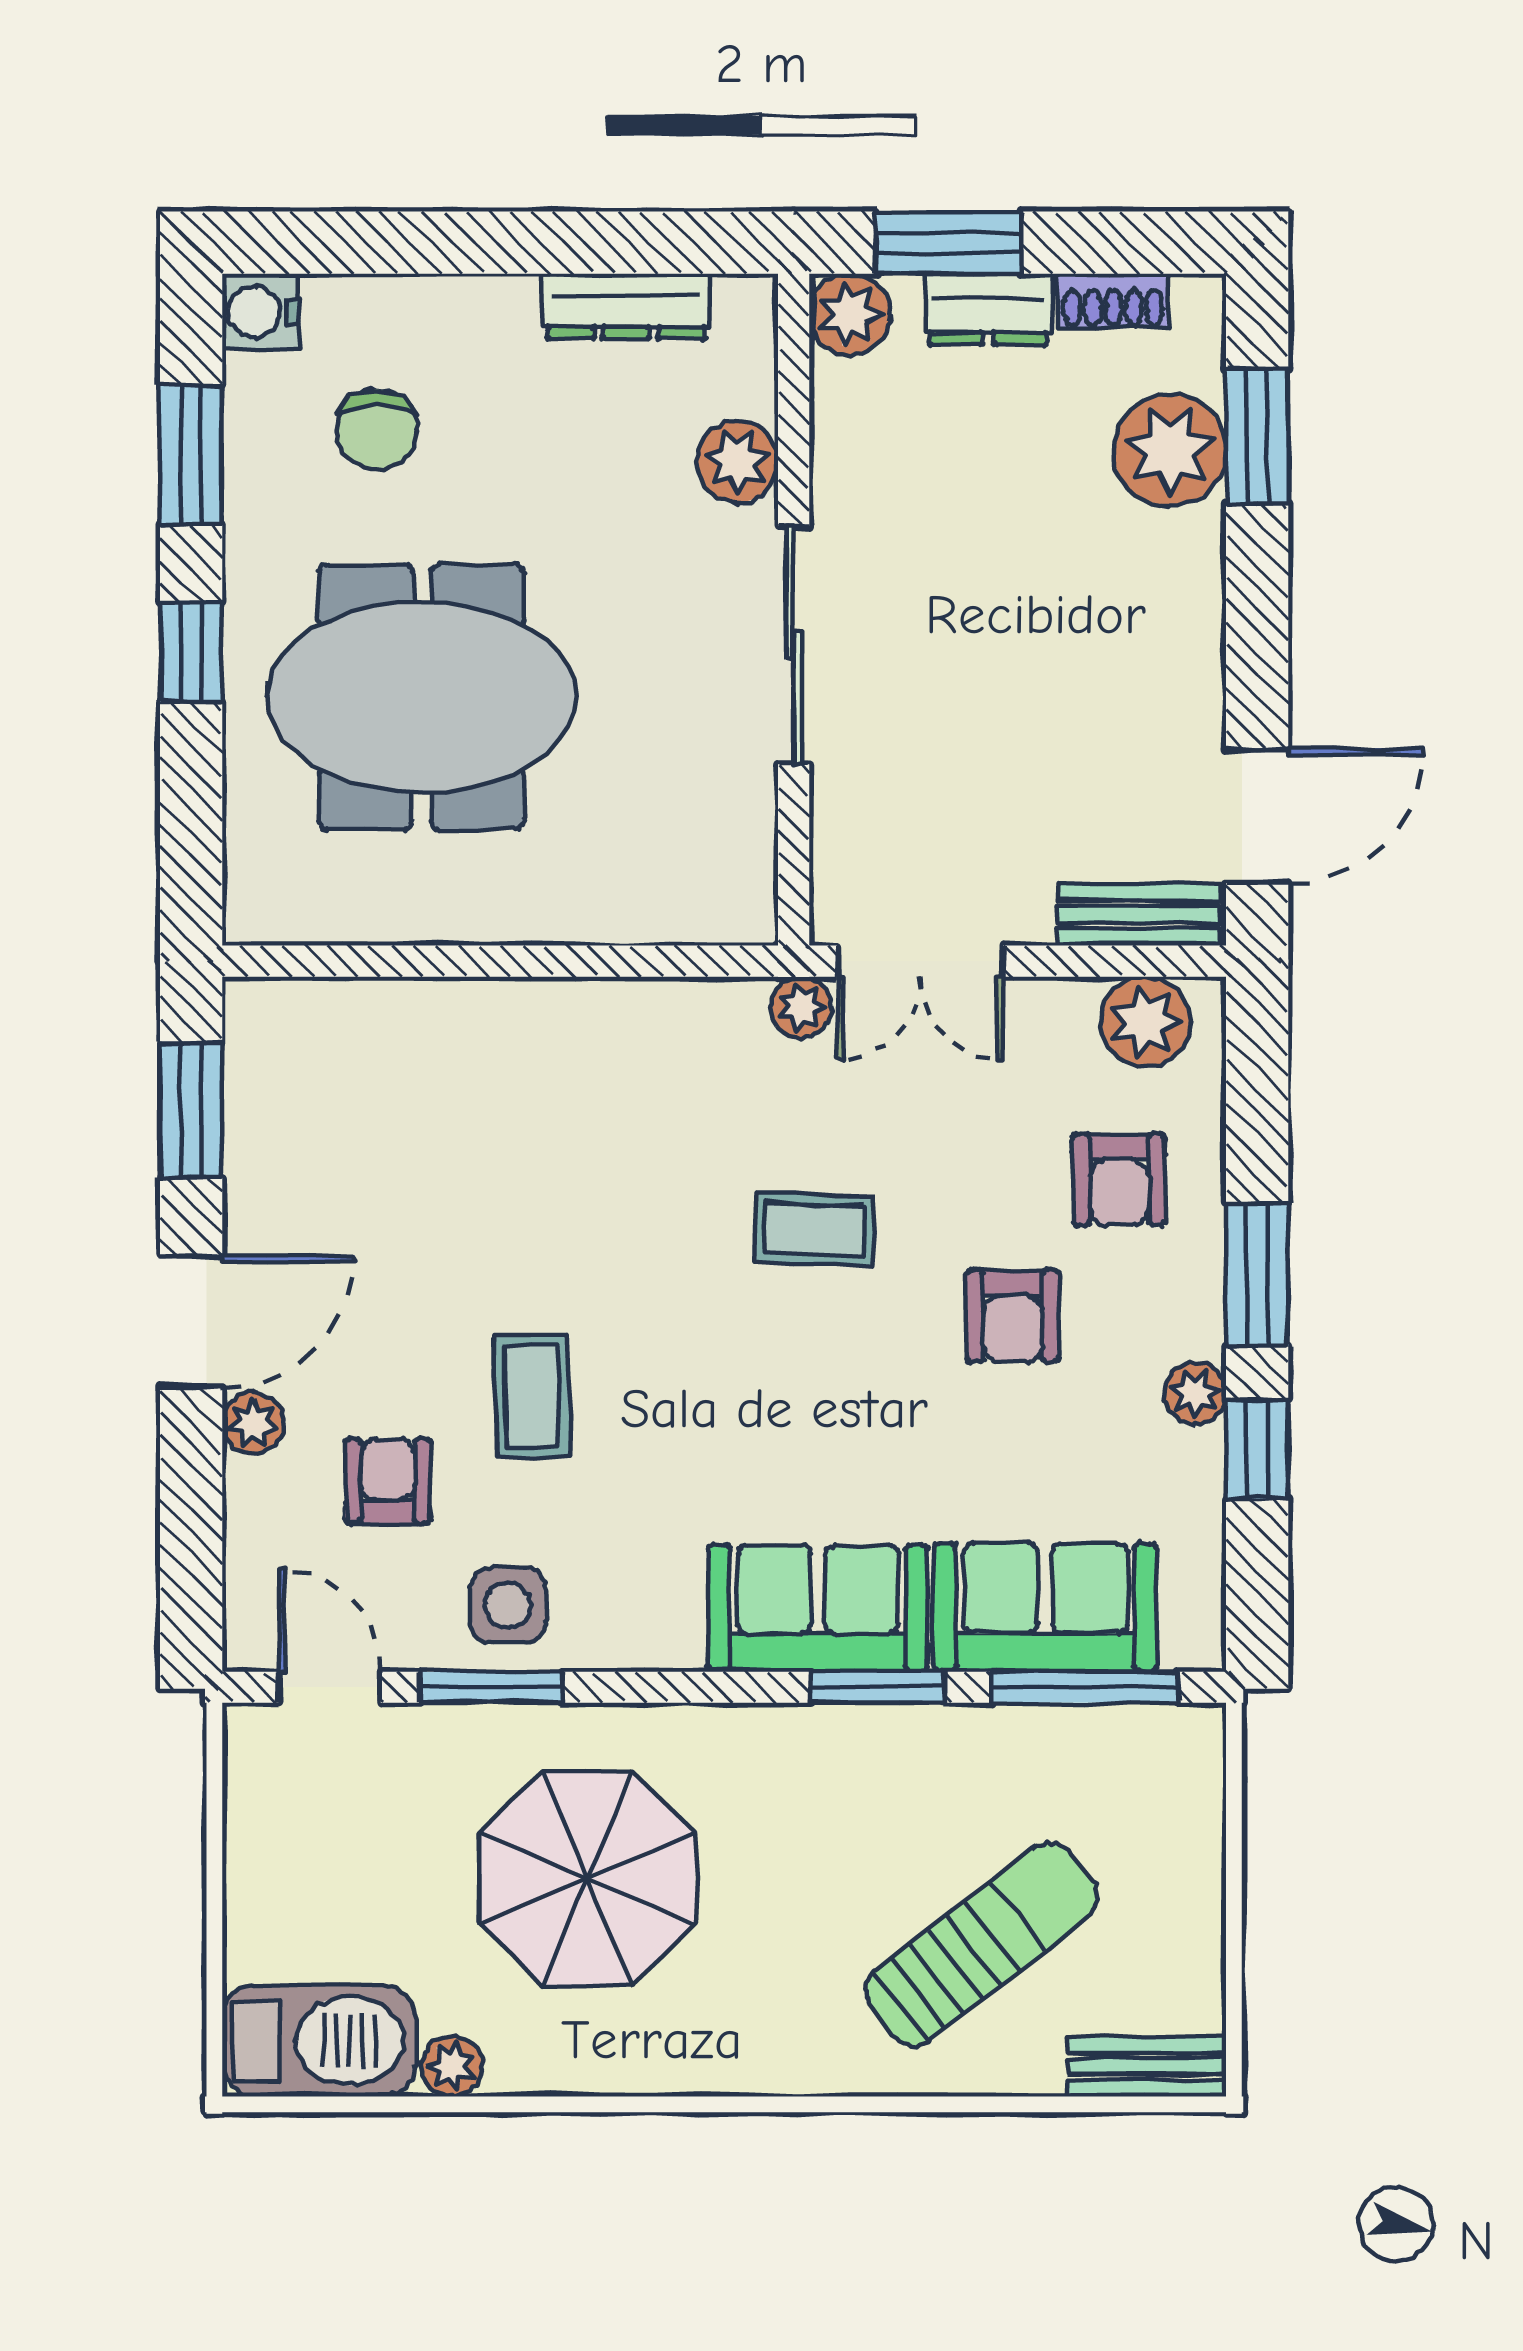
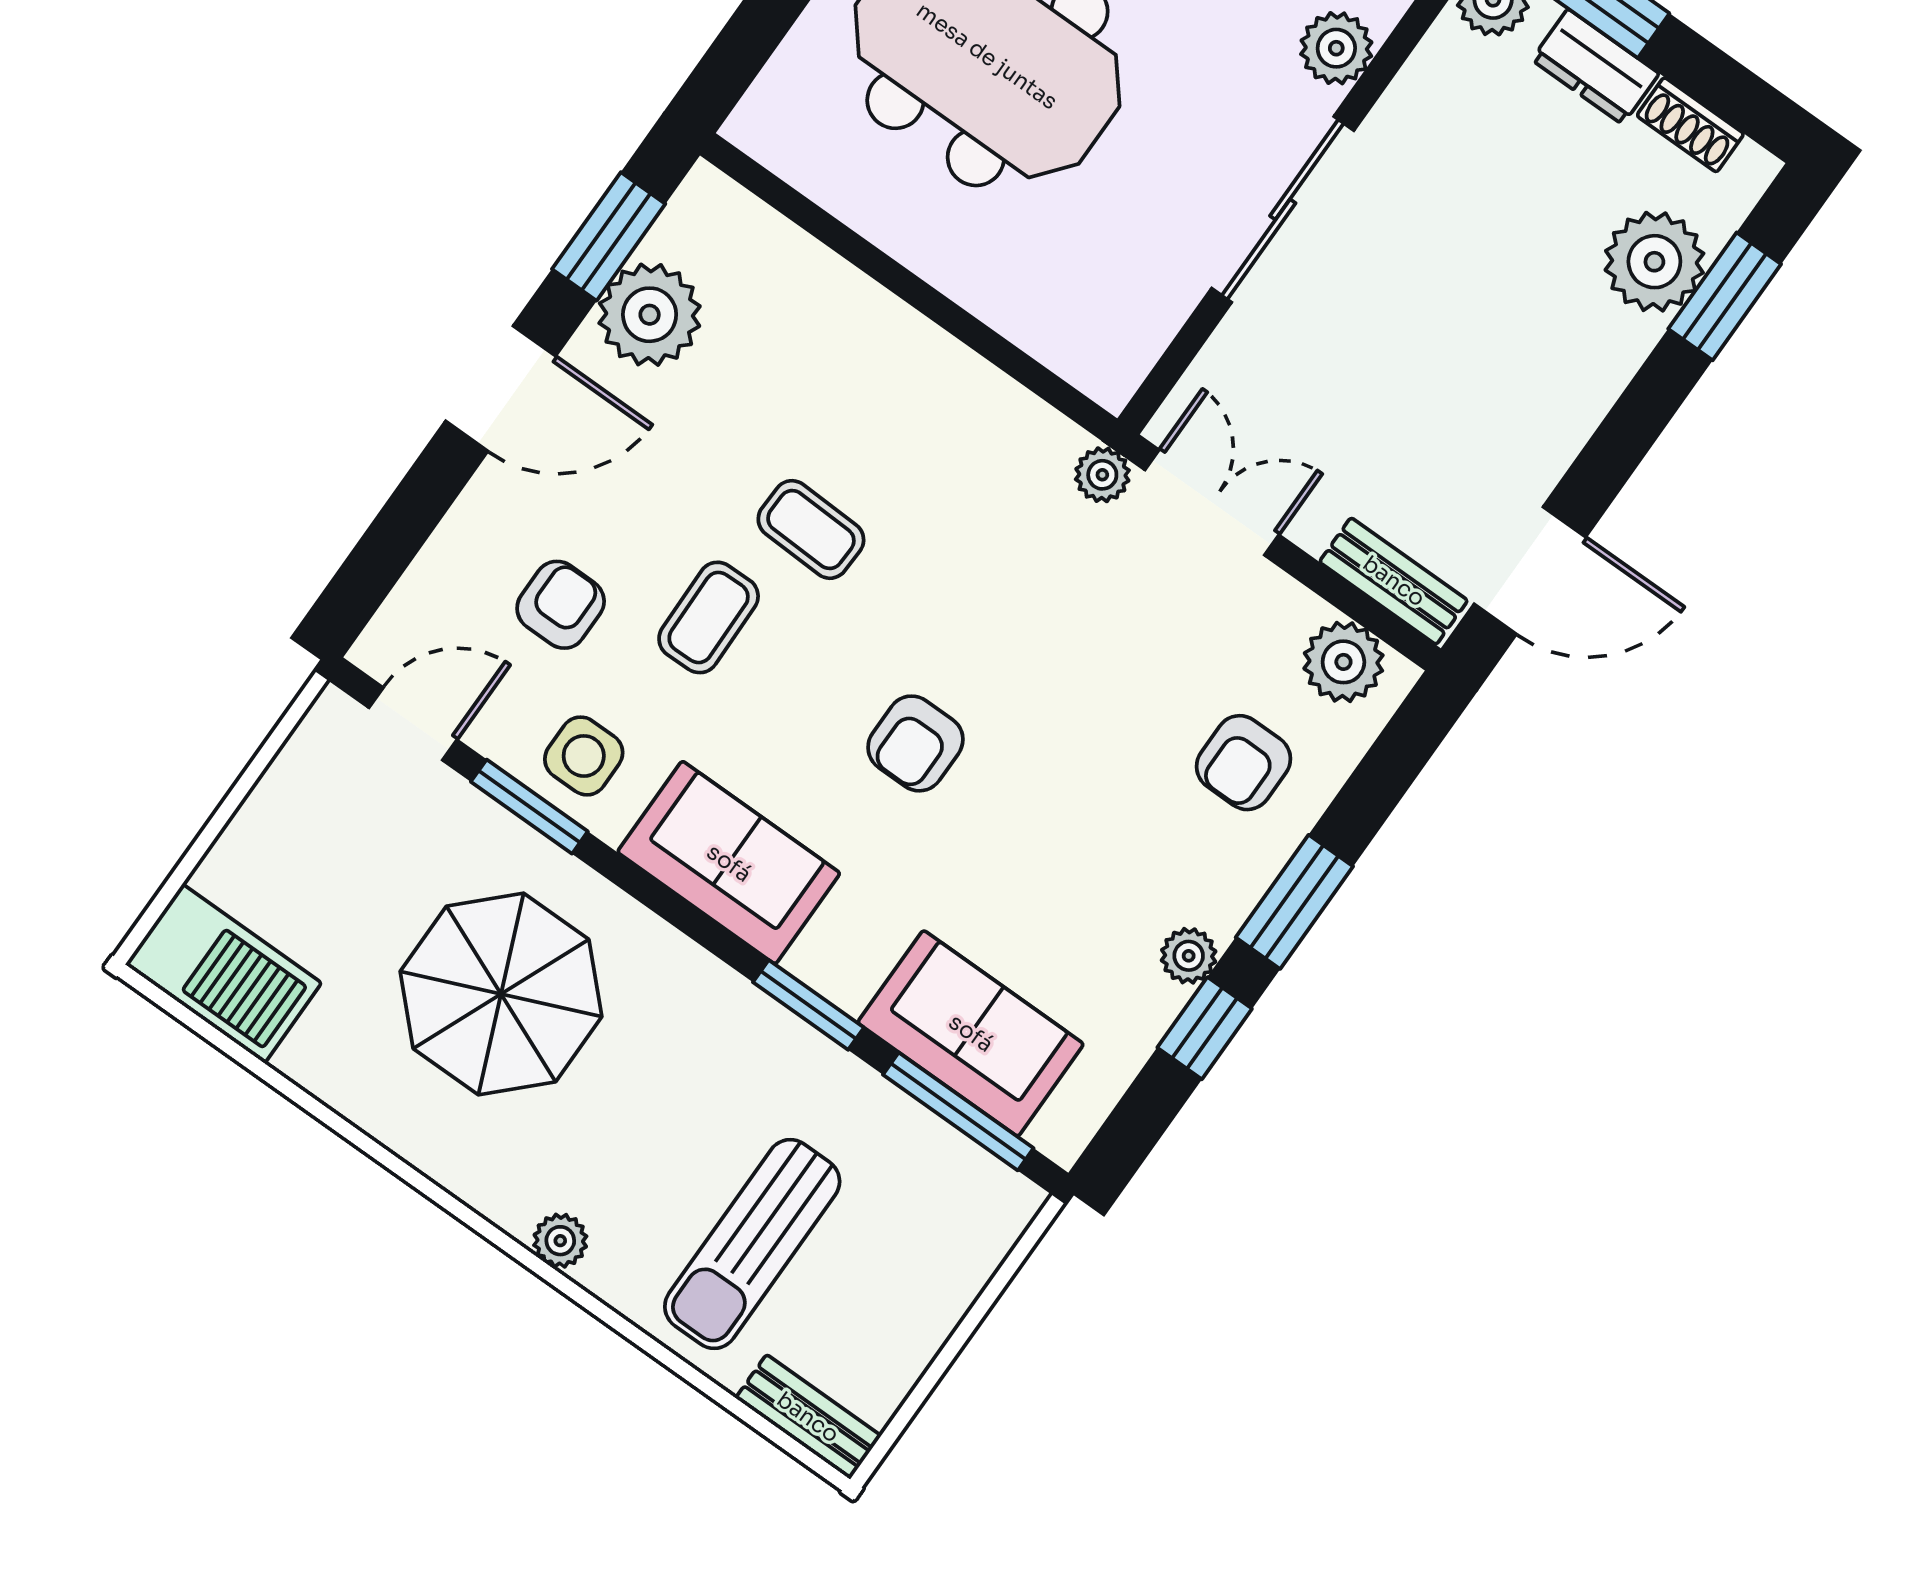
double door: (920, 961) -> (1212, 502), swing flipped
coffee table: (814, 1229) -> (811, 529), moved
armchair: (1013, 1316) -> (915, 743), moved
plant: (253, 1423) -> (650, 315), moved, width x1.88, depth x1.88
sofa: (818, 1608) -> (729, 863), moved
door: (330, 1687) -> (413, 724), hinge flipped
sun lounger: (982, 1944) -> (752, 1244), turned 128
plant: (452, 2066) -> (560, 1241), moved

